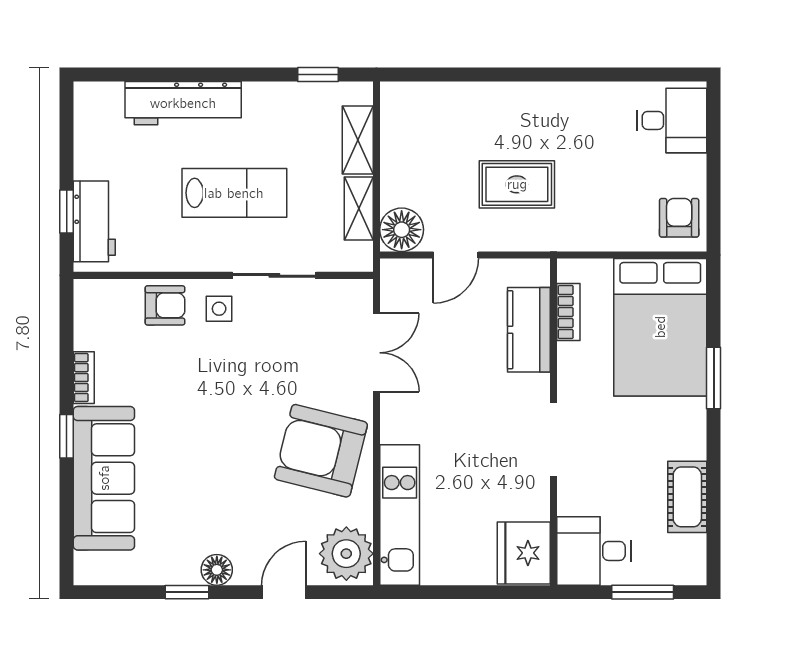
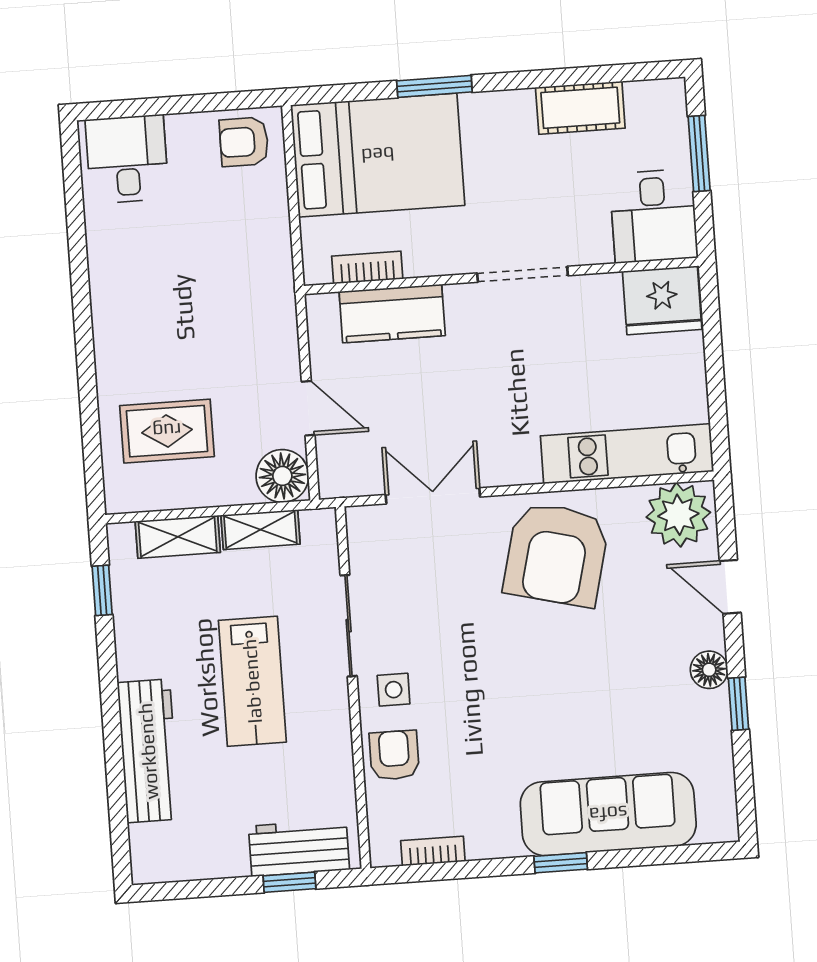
rug: (517, 184) -> (167, 431), moved, turned 90
lab bench: (234, 193) -> (252, 681), turned 180
bookcase: (84, 378) -> (433, 851), moved

